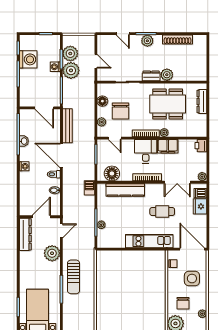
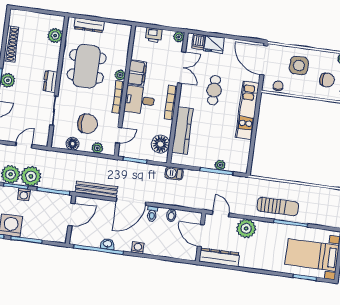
plant: (167, 75) -> (55, 35), moved
printer: (201, 146) -> (154, 35), moved
door: (192, 249) -> (264, 60), hinge flipped

